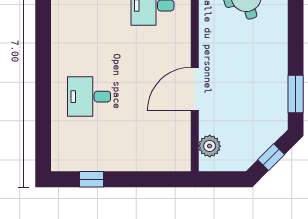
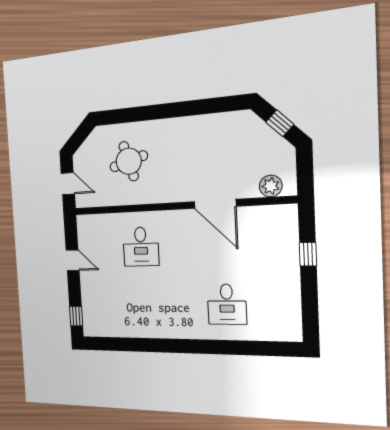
window: (296, 94) -> (215, 105), removed
window: (92, 179) -> (308, 254), moved

